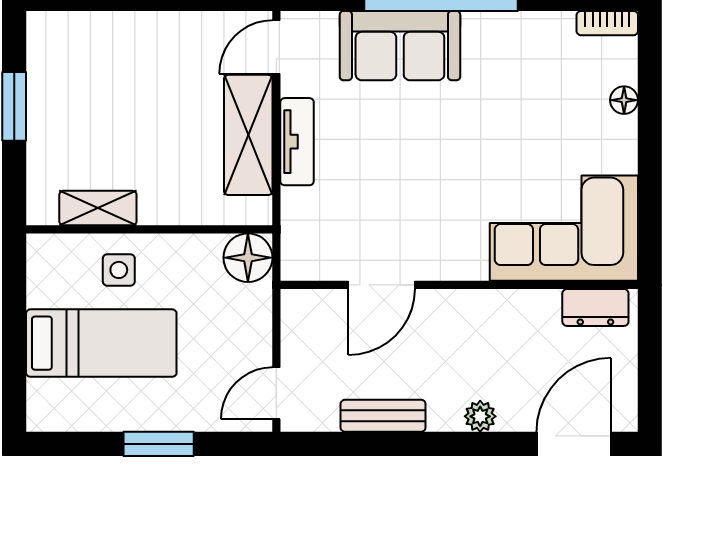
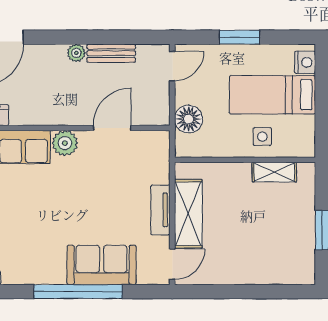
floor lamp: (248, 258) -> (188, 119), moved
plant: (464, 258) -> (65, 143), added
nightstand: (44, 400) -> (305, 62), added
plant: (480, 416) -> (76, 53), moved

